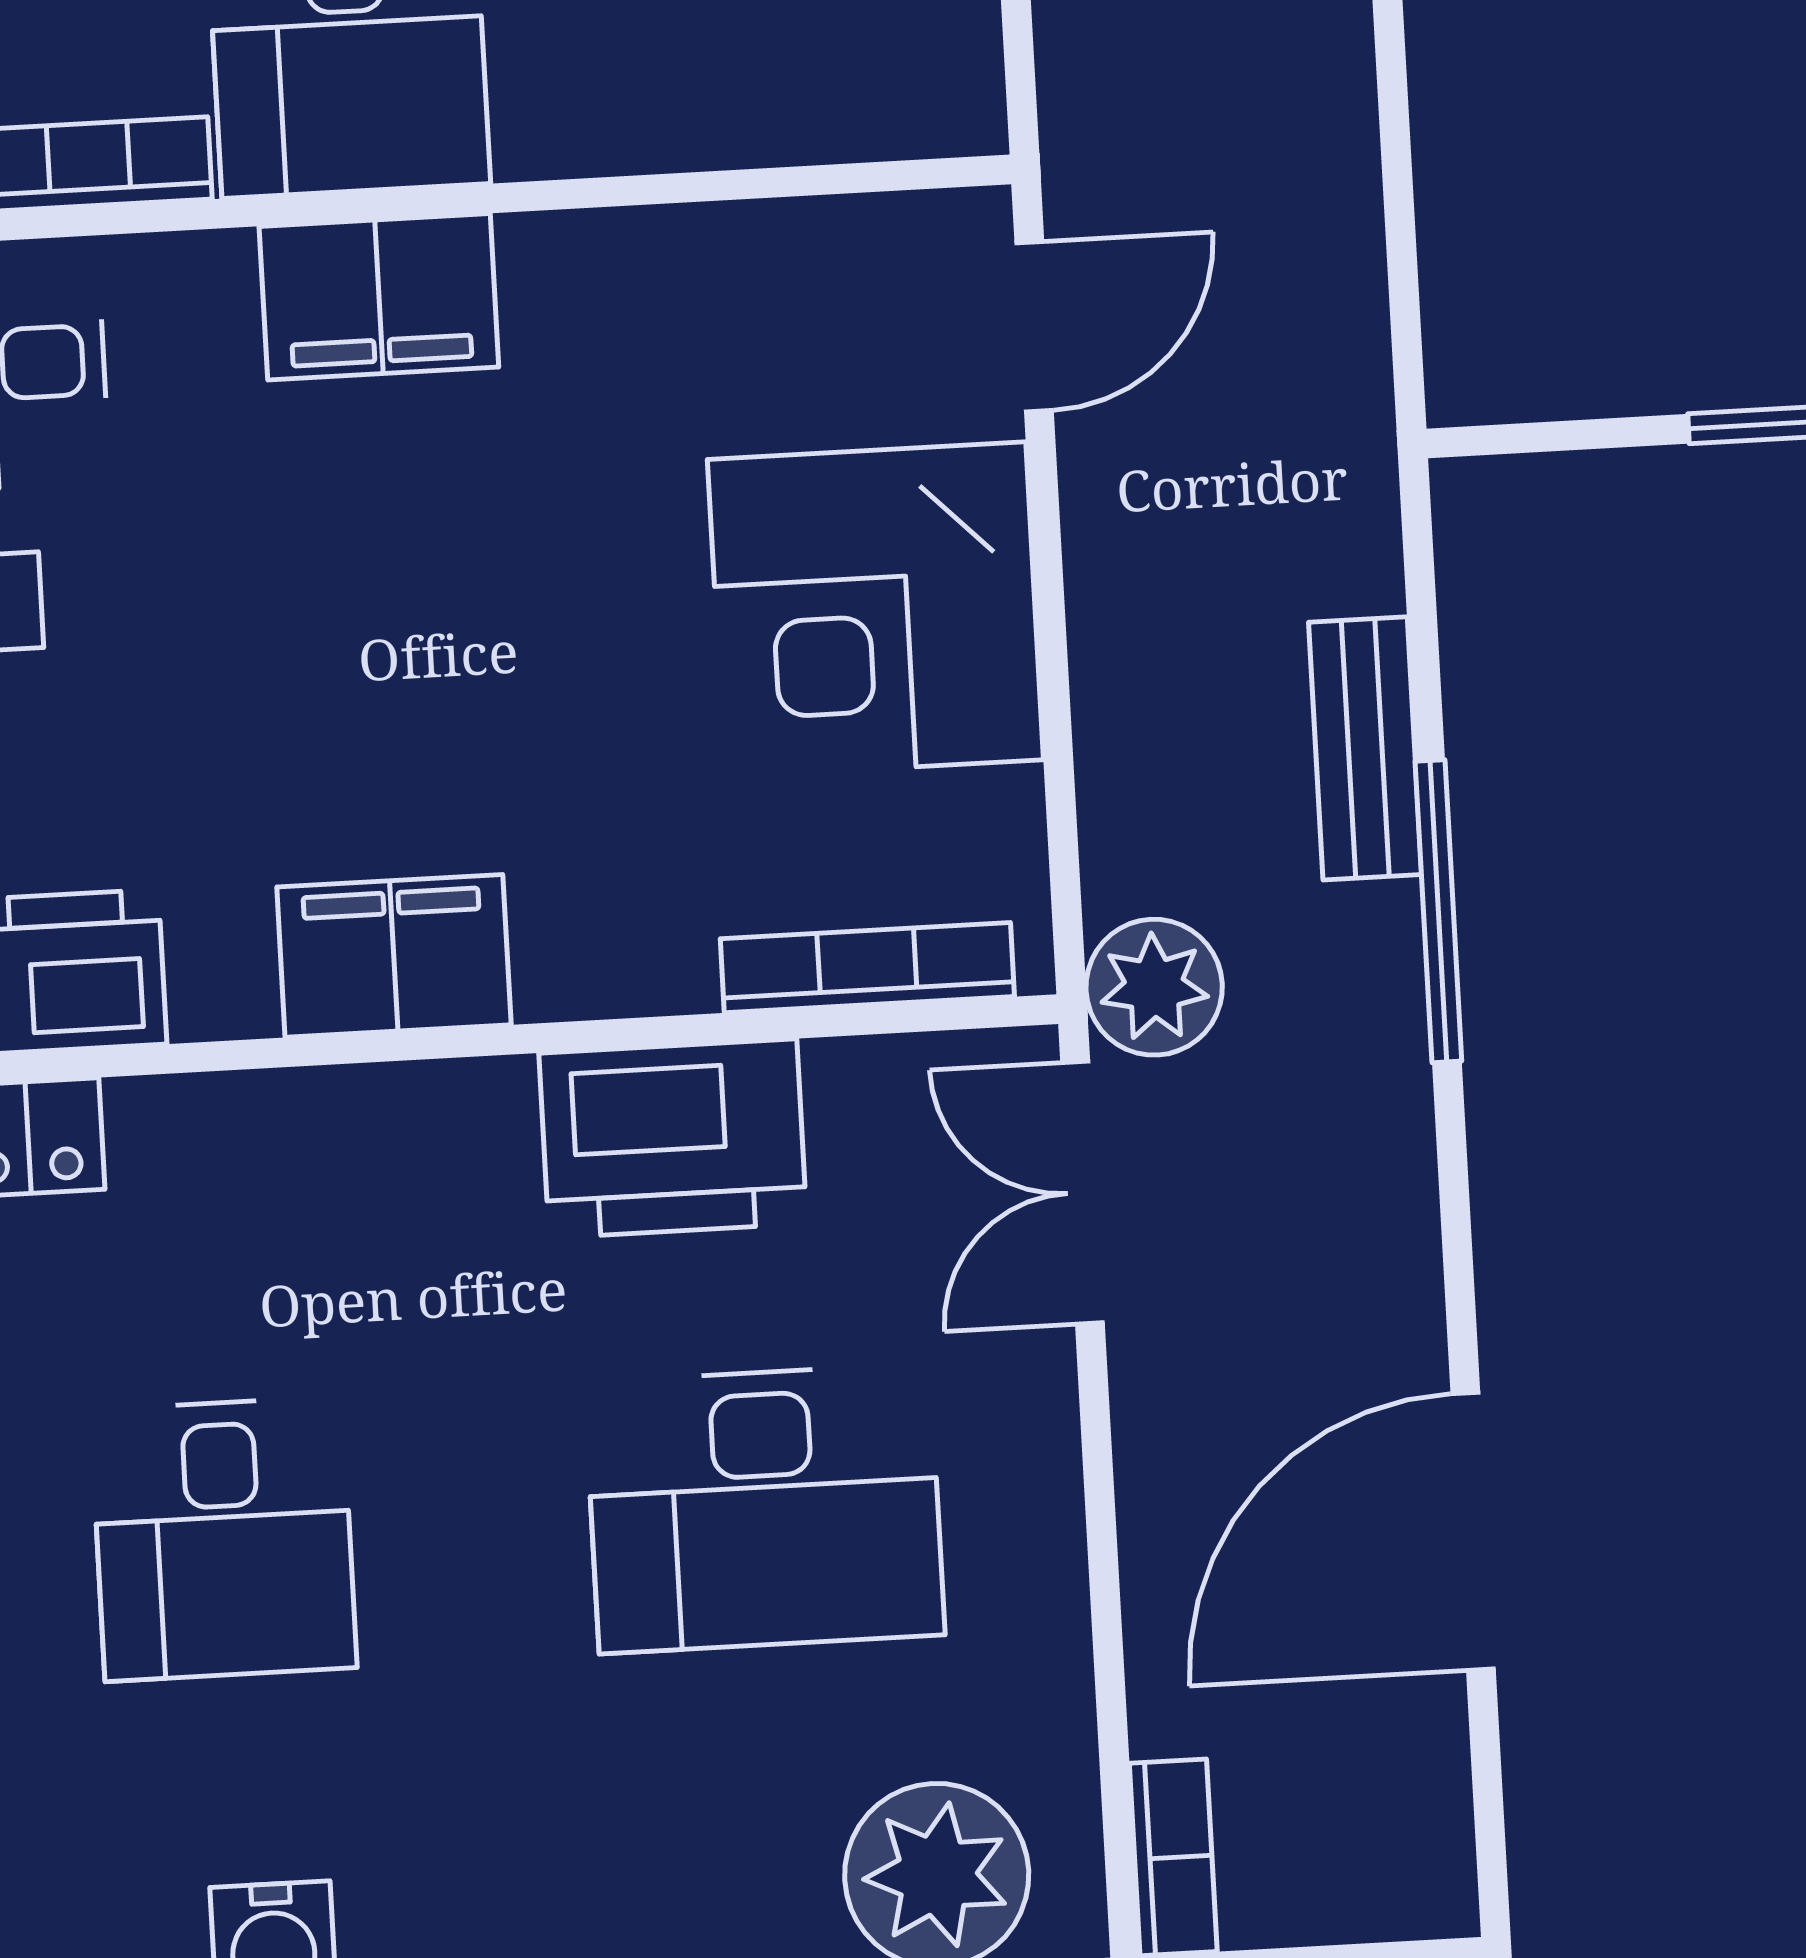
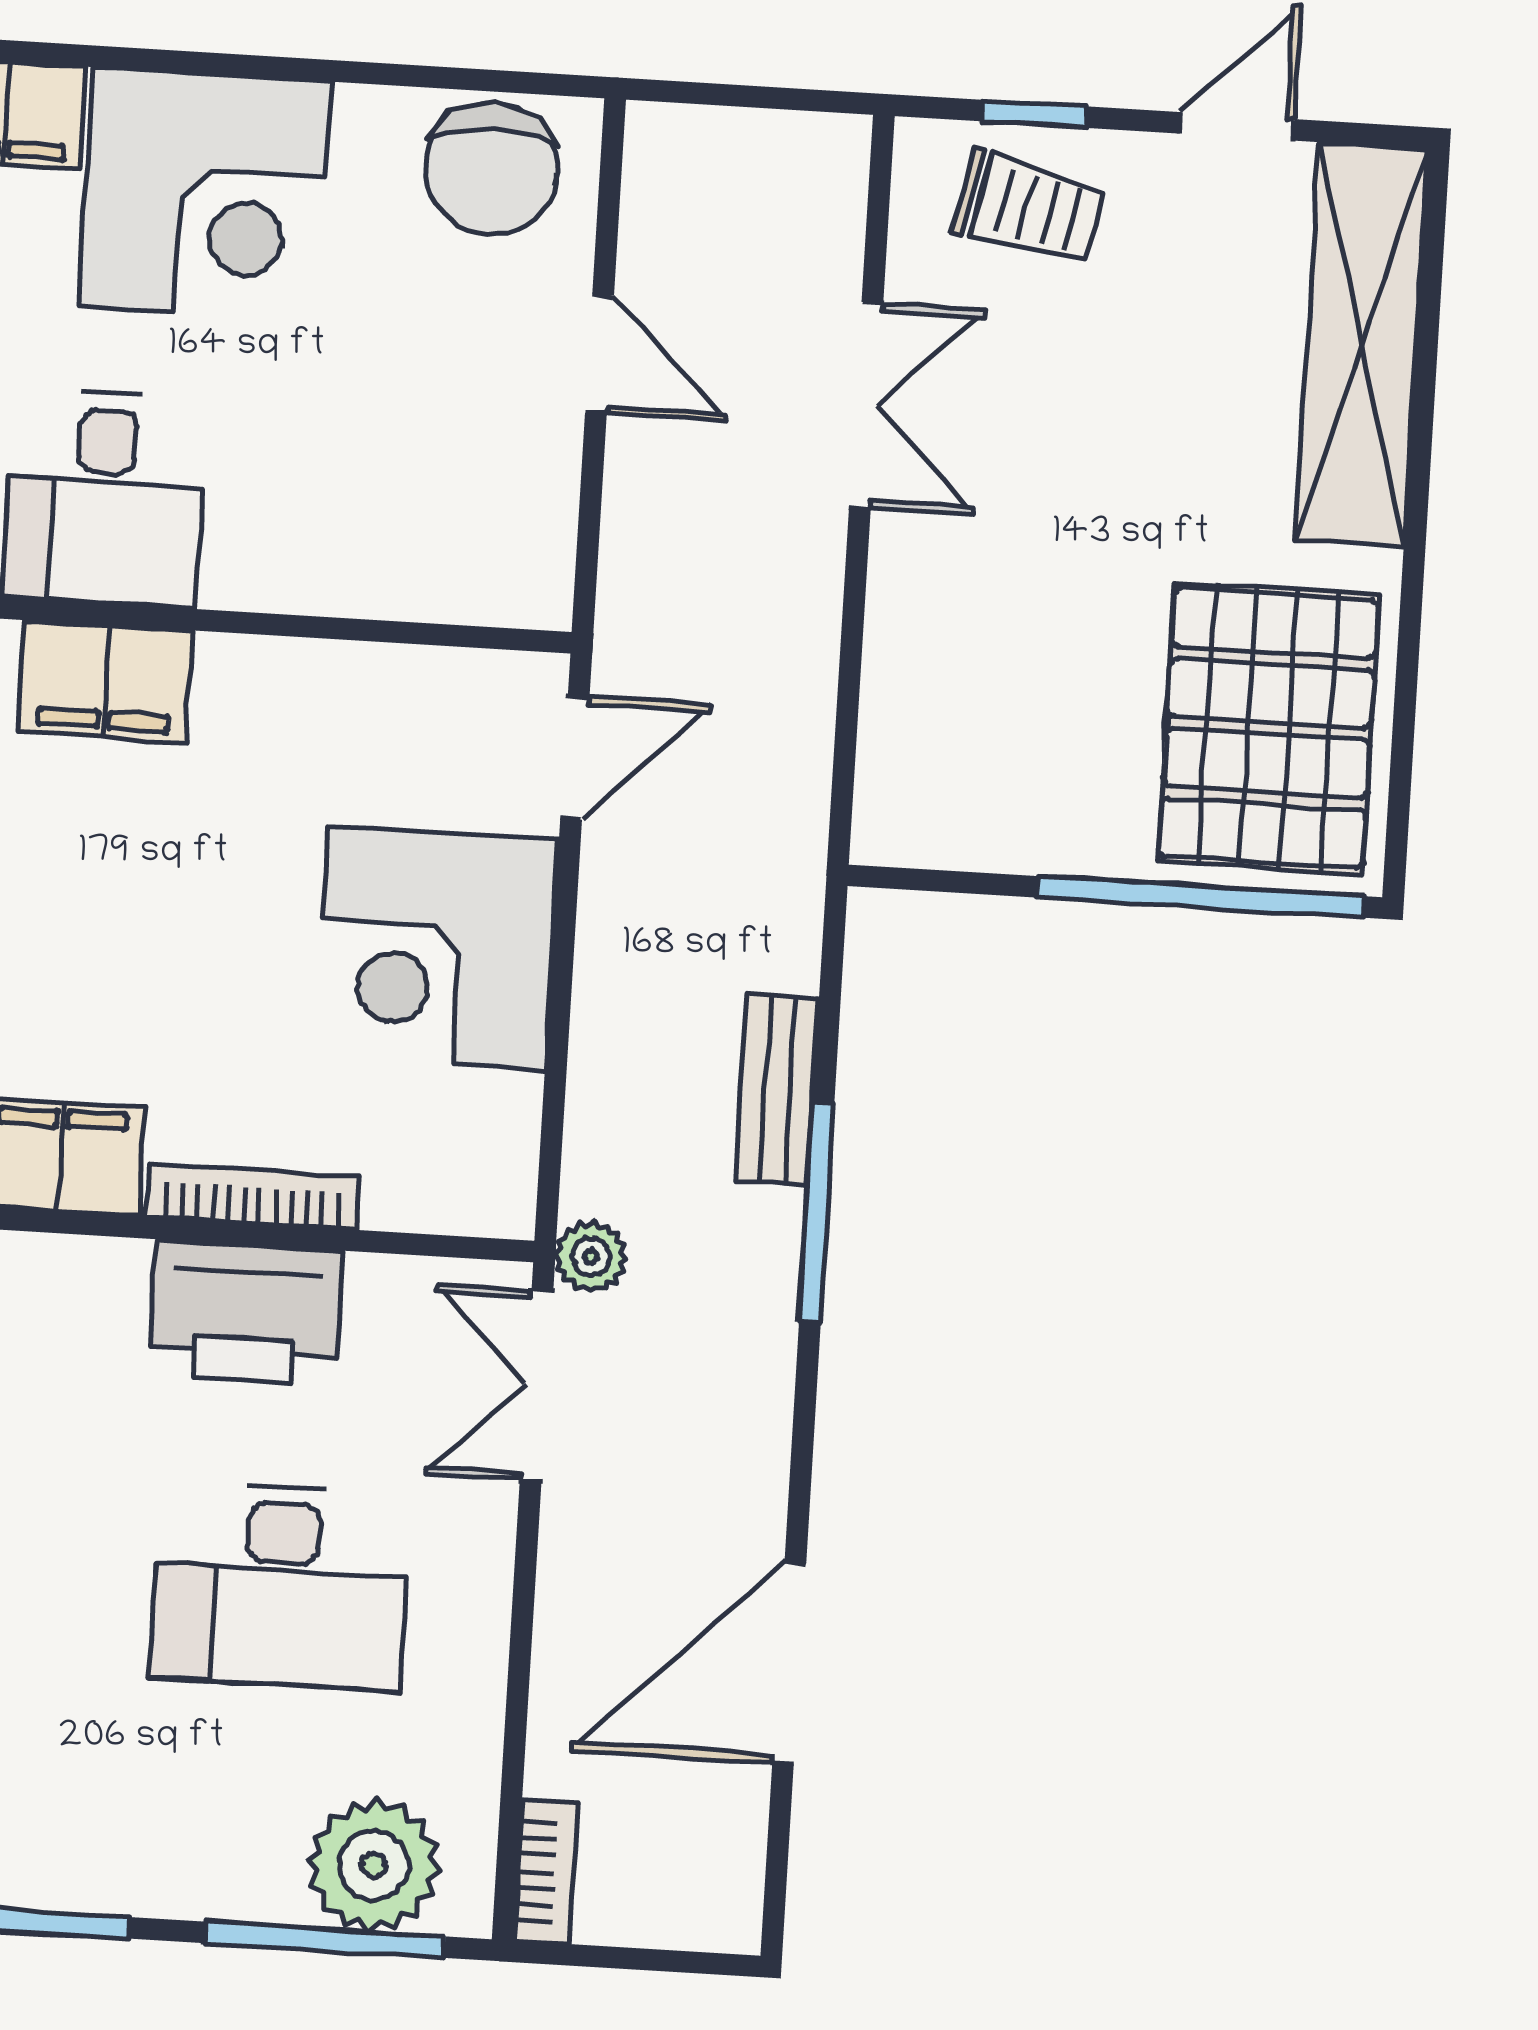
bookcase: (867, 968) -> (253, 1197), moved
plant: (1154, 987) -> (591, 1257), width x0.73, depth x0.73

